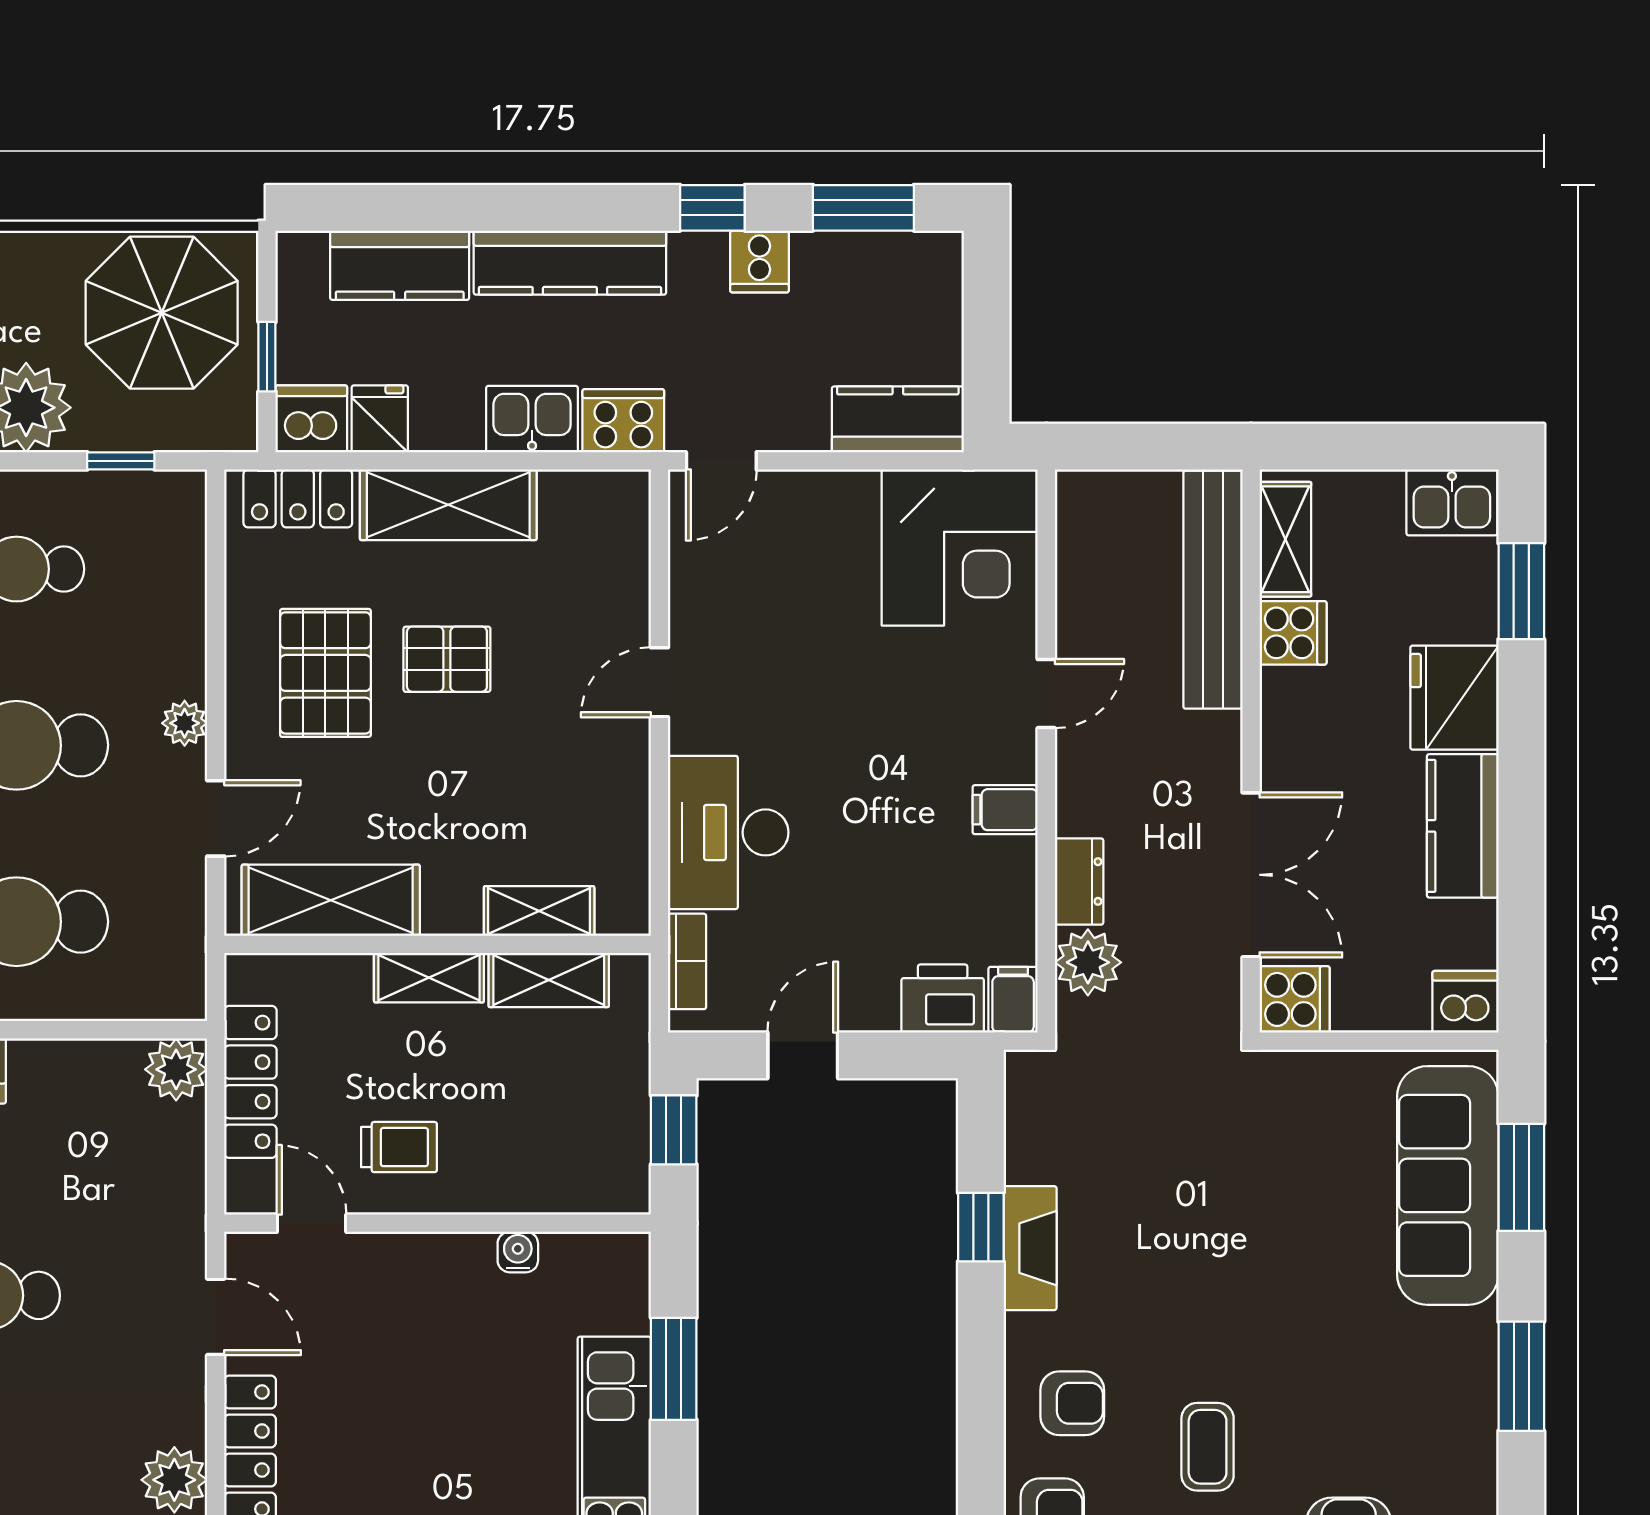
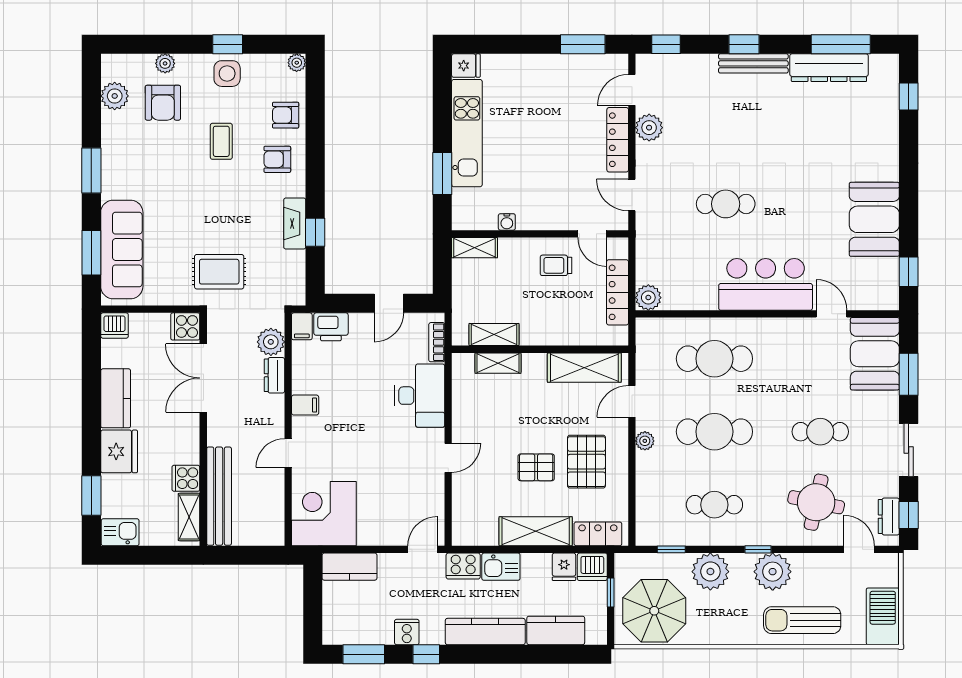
shelving: (429, 978) -> (474, 248), moved
window: (674, 1130) -> (442, 272), removed
rug: (1213, 1132) -> (219, 272), added

